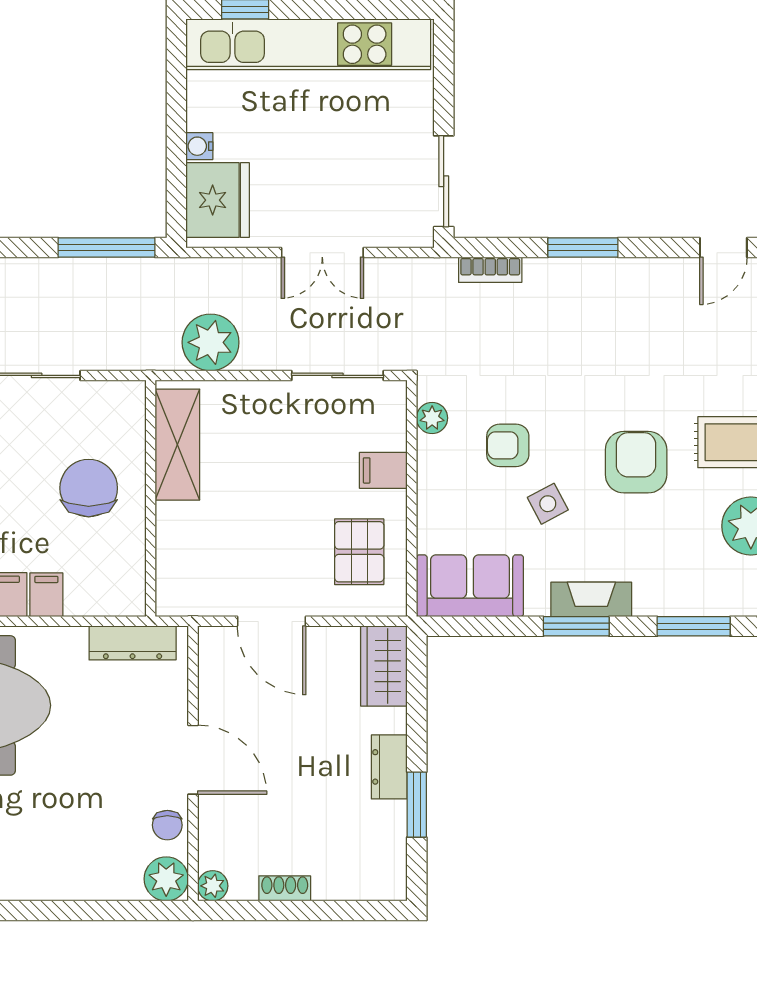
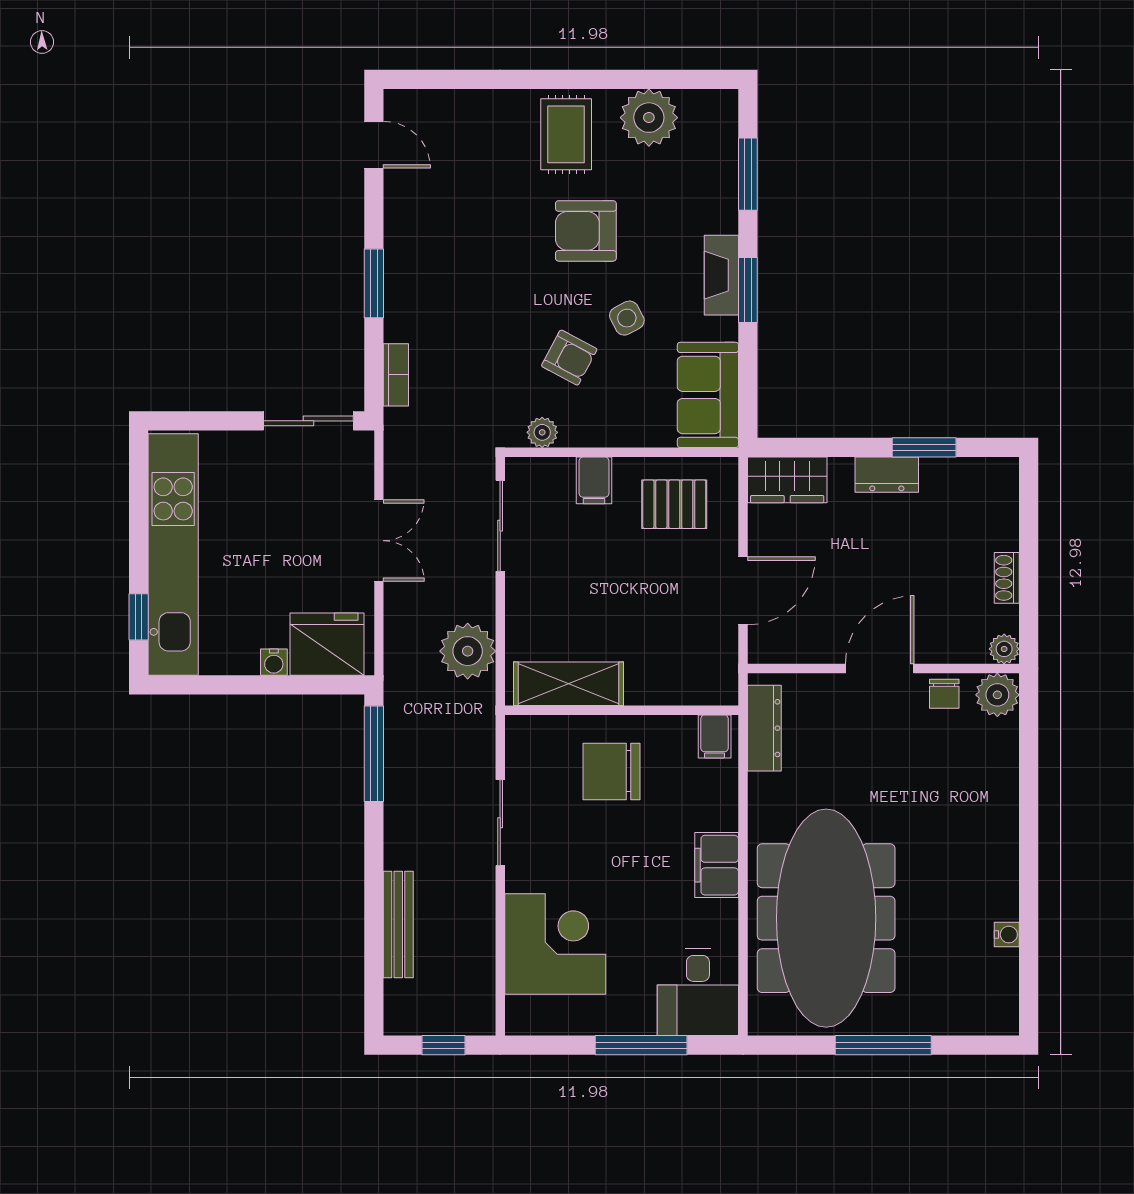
armchair: (508, 445) -> (569, 358), turned -62
filing cabinet: (46, 595) -> (715, 736), moved, turned -90
chair: (167, 825) -> (944, 694), turned 90

